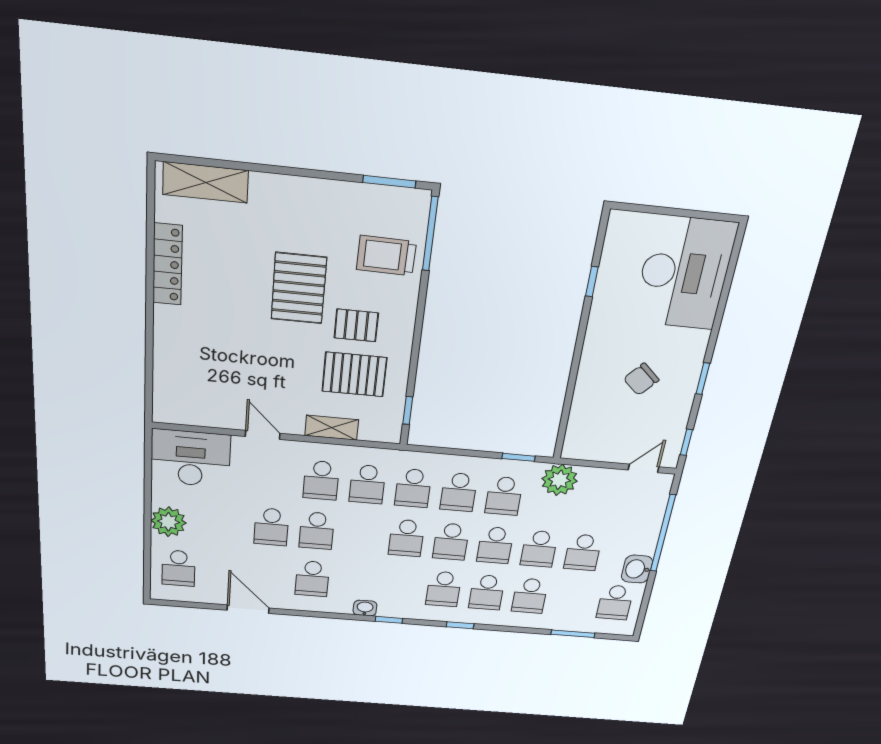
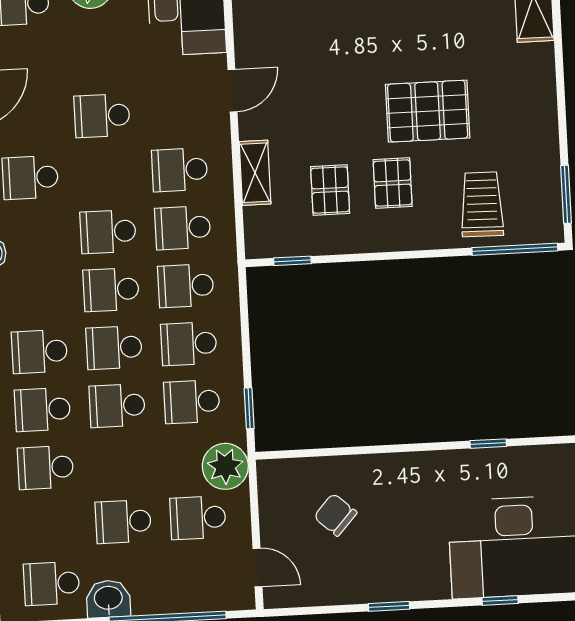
pallet: (354, 374) -> (330, 190), width x0.67, depth x0.71
chair: (641, 379) -> (335, 515), moved
window: (686, 442) -> (500, 601), moved
school desk: (317, 531) -> (108, 232), moved
school desk: (539, 549) -> (198, 518), moved

